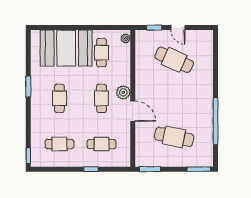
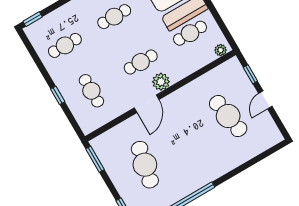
cafe table: (174, 60) -> (228, 116), turned -33
cafe table: (59, 144) -> (65, 45), turned 90

